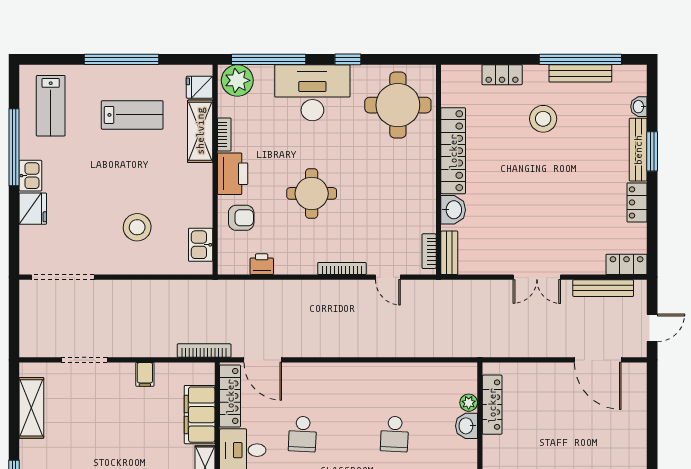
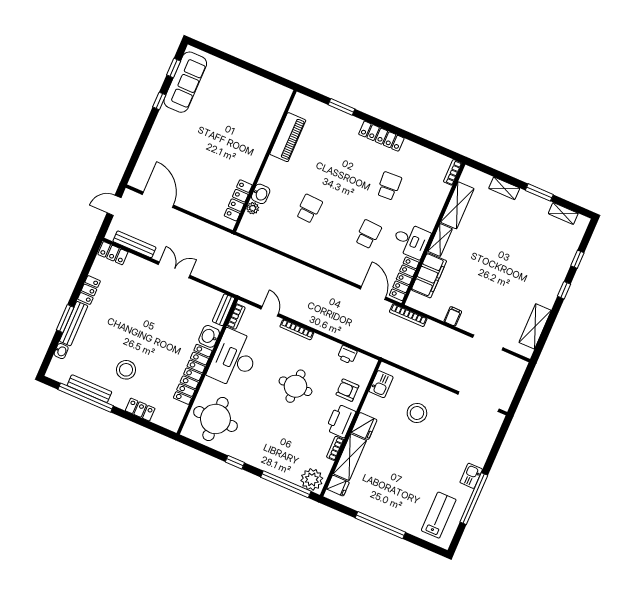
desk: (312, 93) -> (234, 359), moved, turned 90
lab bench: (132, 115) -> (389, 487), removed
fridge: (33, 209) -> (364, 426), moved, turned 180

